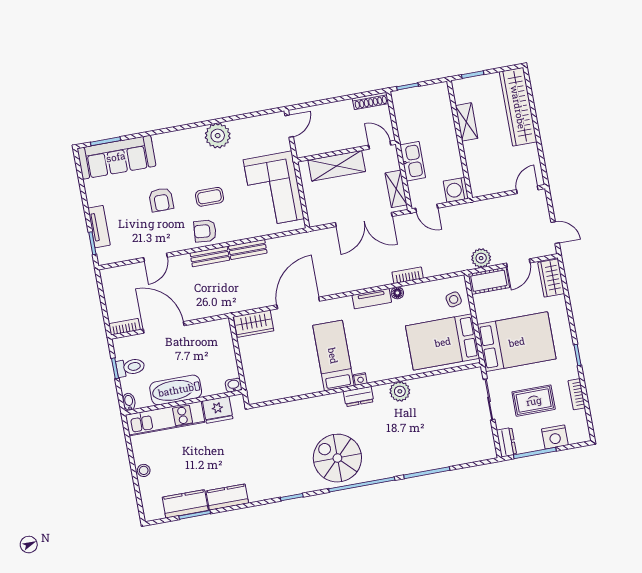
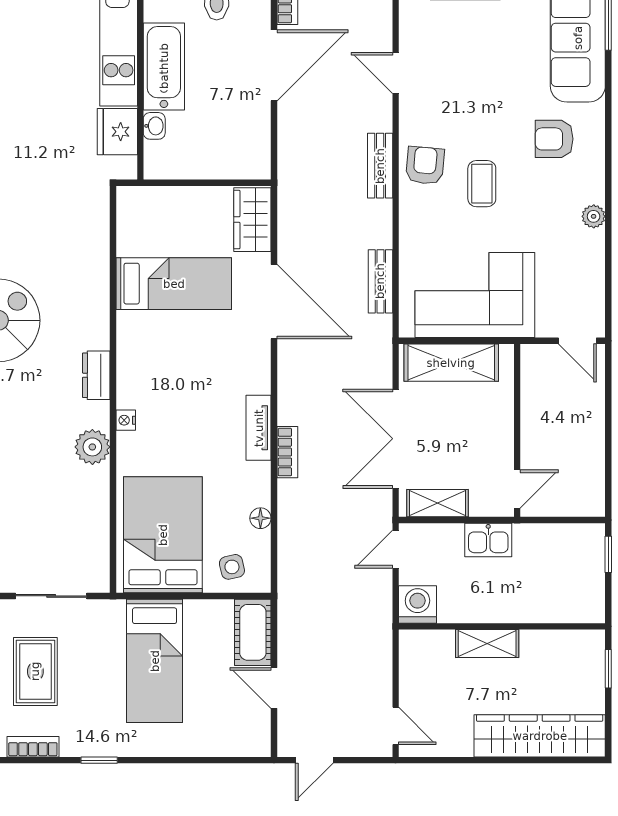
shoe rack: (371, 101) -> (595, 487), removed
shelving: (467, 122) -> (487, 644), moved
plant: (218, 136) -> (594, 216), width x0.53, depth x0.53
kitchen sink: (413, 161) -> (488, 540), width x0.73
shelving: (337, 166) -> (451, 363), moved, turned 90
armchair: (161, 200) -> (554, 139), moved
bench: (248, 249) -> (380, 281), moved
plant: (481, 258) -> (294, 626), removed
bookcase: (408, 275) -> (287, 452), moved
wardrobe: (551, 278) -> (238, 739), removed
floor lamp: (397, 293) -> (260, 518), moved
bed: (517, 342) -> (155, 661), width x0.67
bed: (333, 356) -> (174, 284), moved
nightstand: (360, 379) -> (126, 420), moved
washbasin: (234, 385) -> (154, 126), moved

